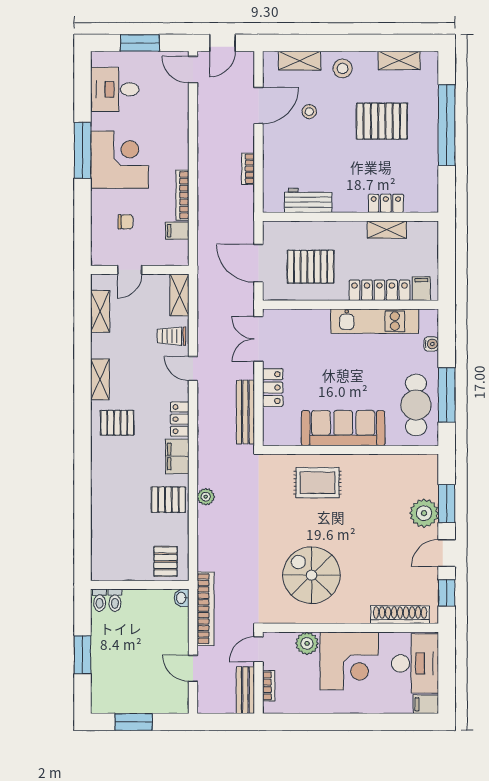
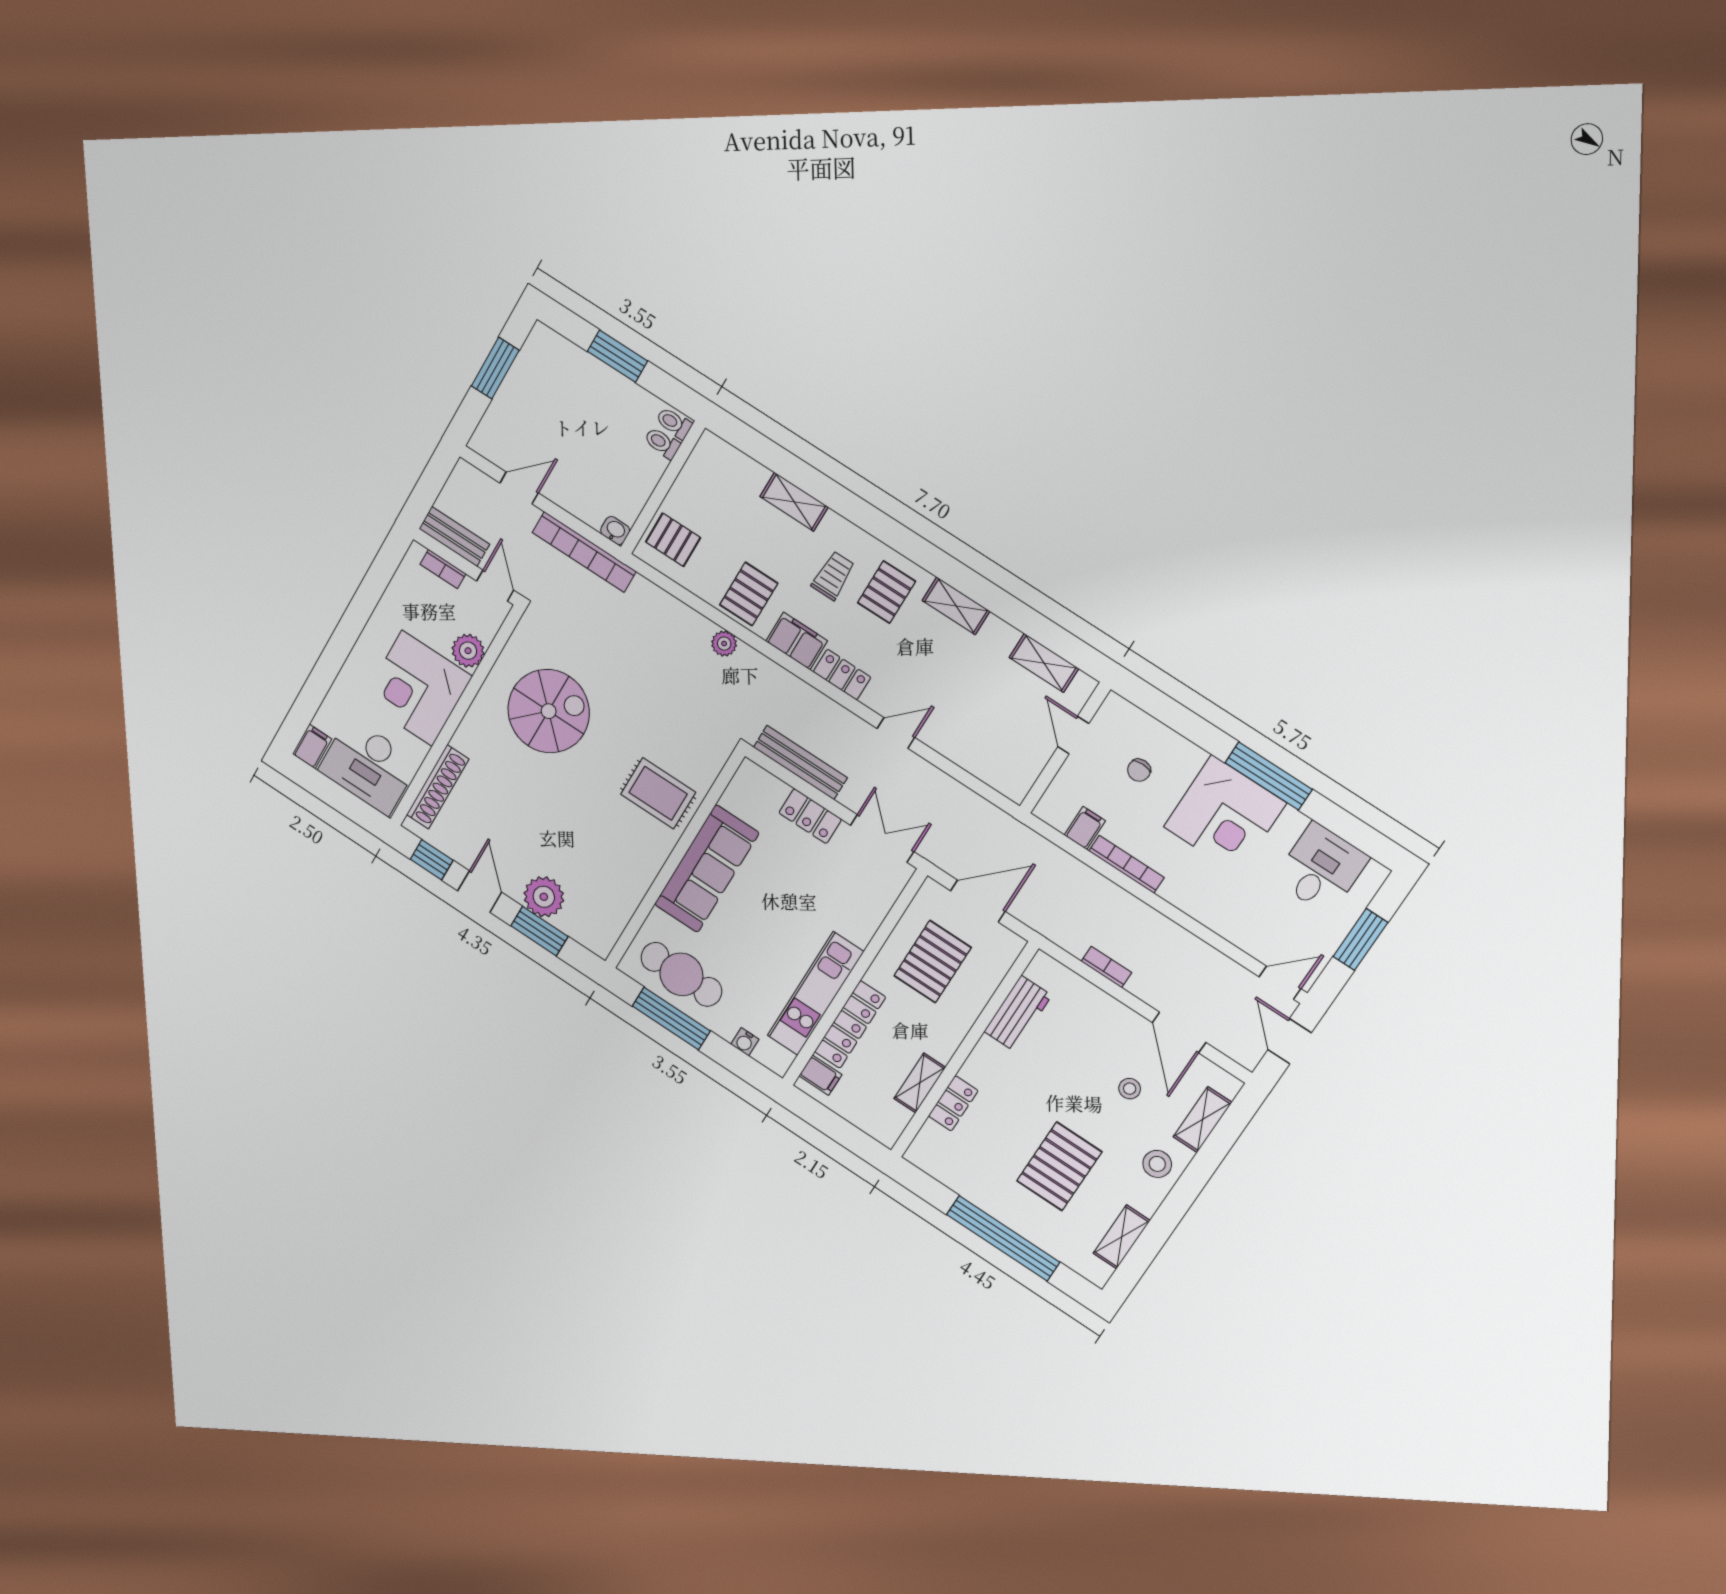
shelving: (179, 295) -> (794, 502), moved
trolley: (171, 336) -> (833, 576), moved
rug: (318, 483) -> (658, 793), turned 90

